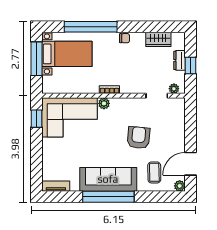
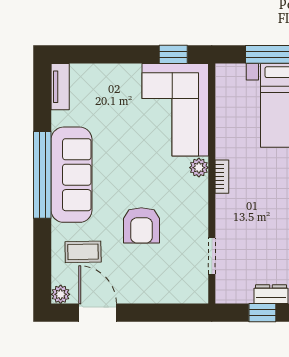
plant: (174, 89) -> (224, 285), removed
armchair: (139, 138) -> (141, 225), turned 85

